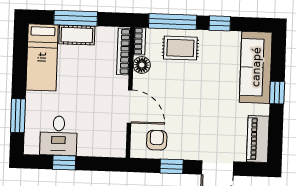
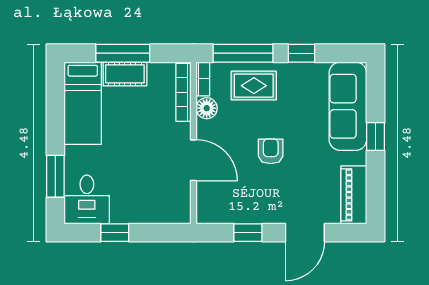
desk: (59, 136) -> (87, 199), moved
armchair: (157, 140) -> (271, 151), moved

